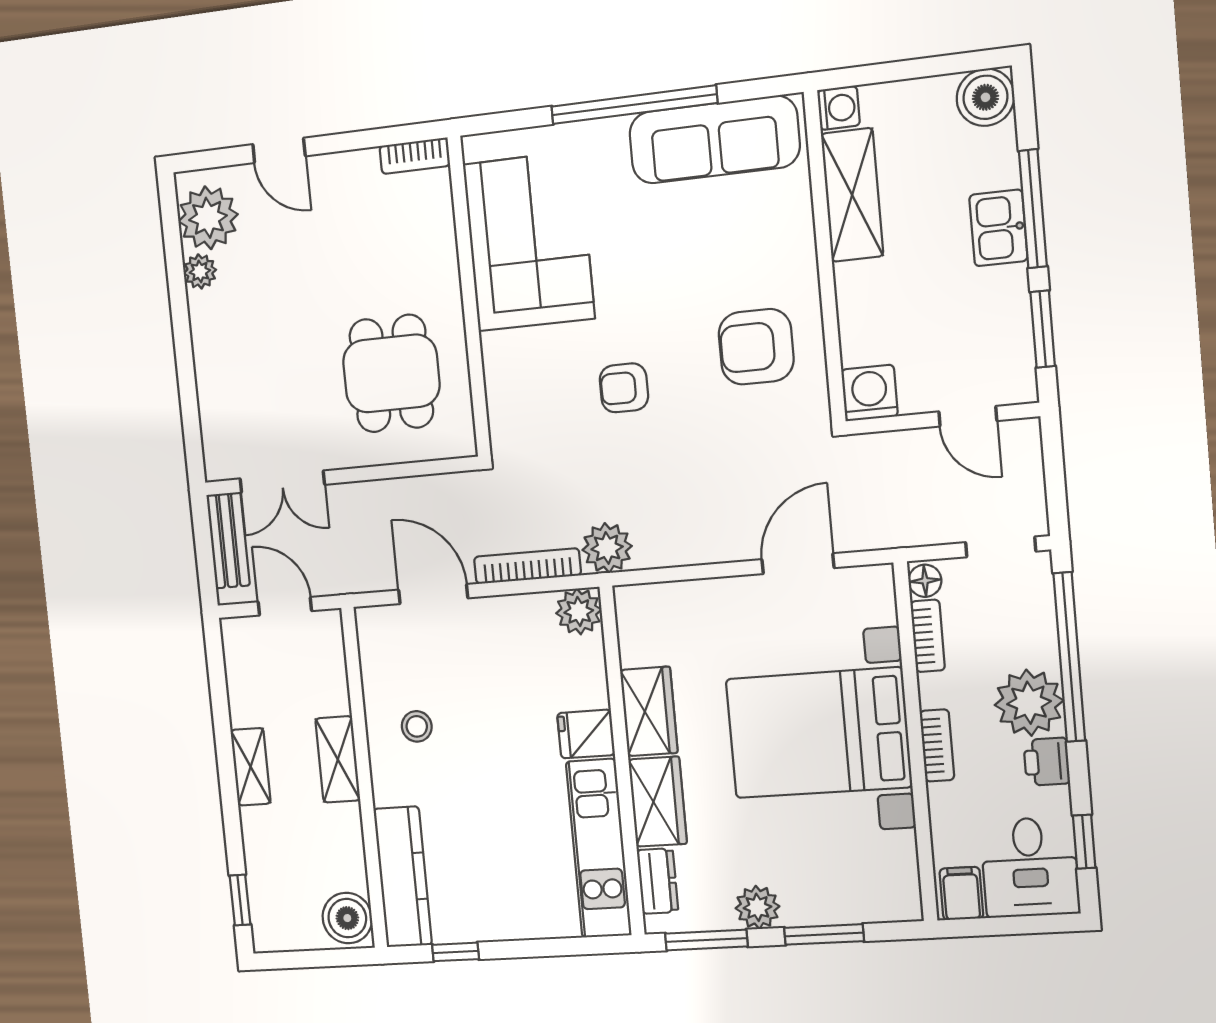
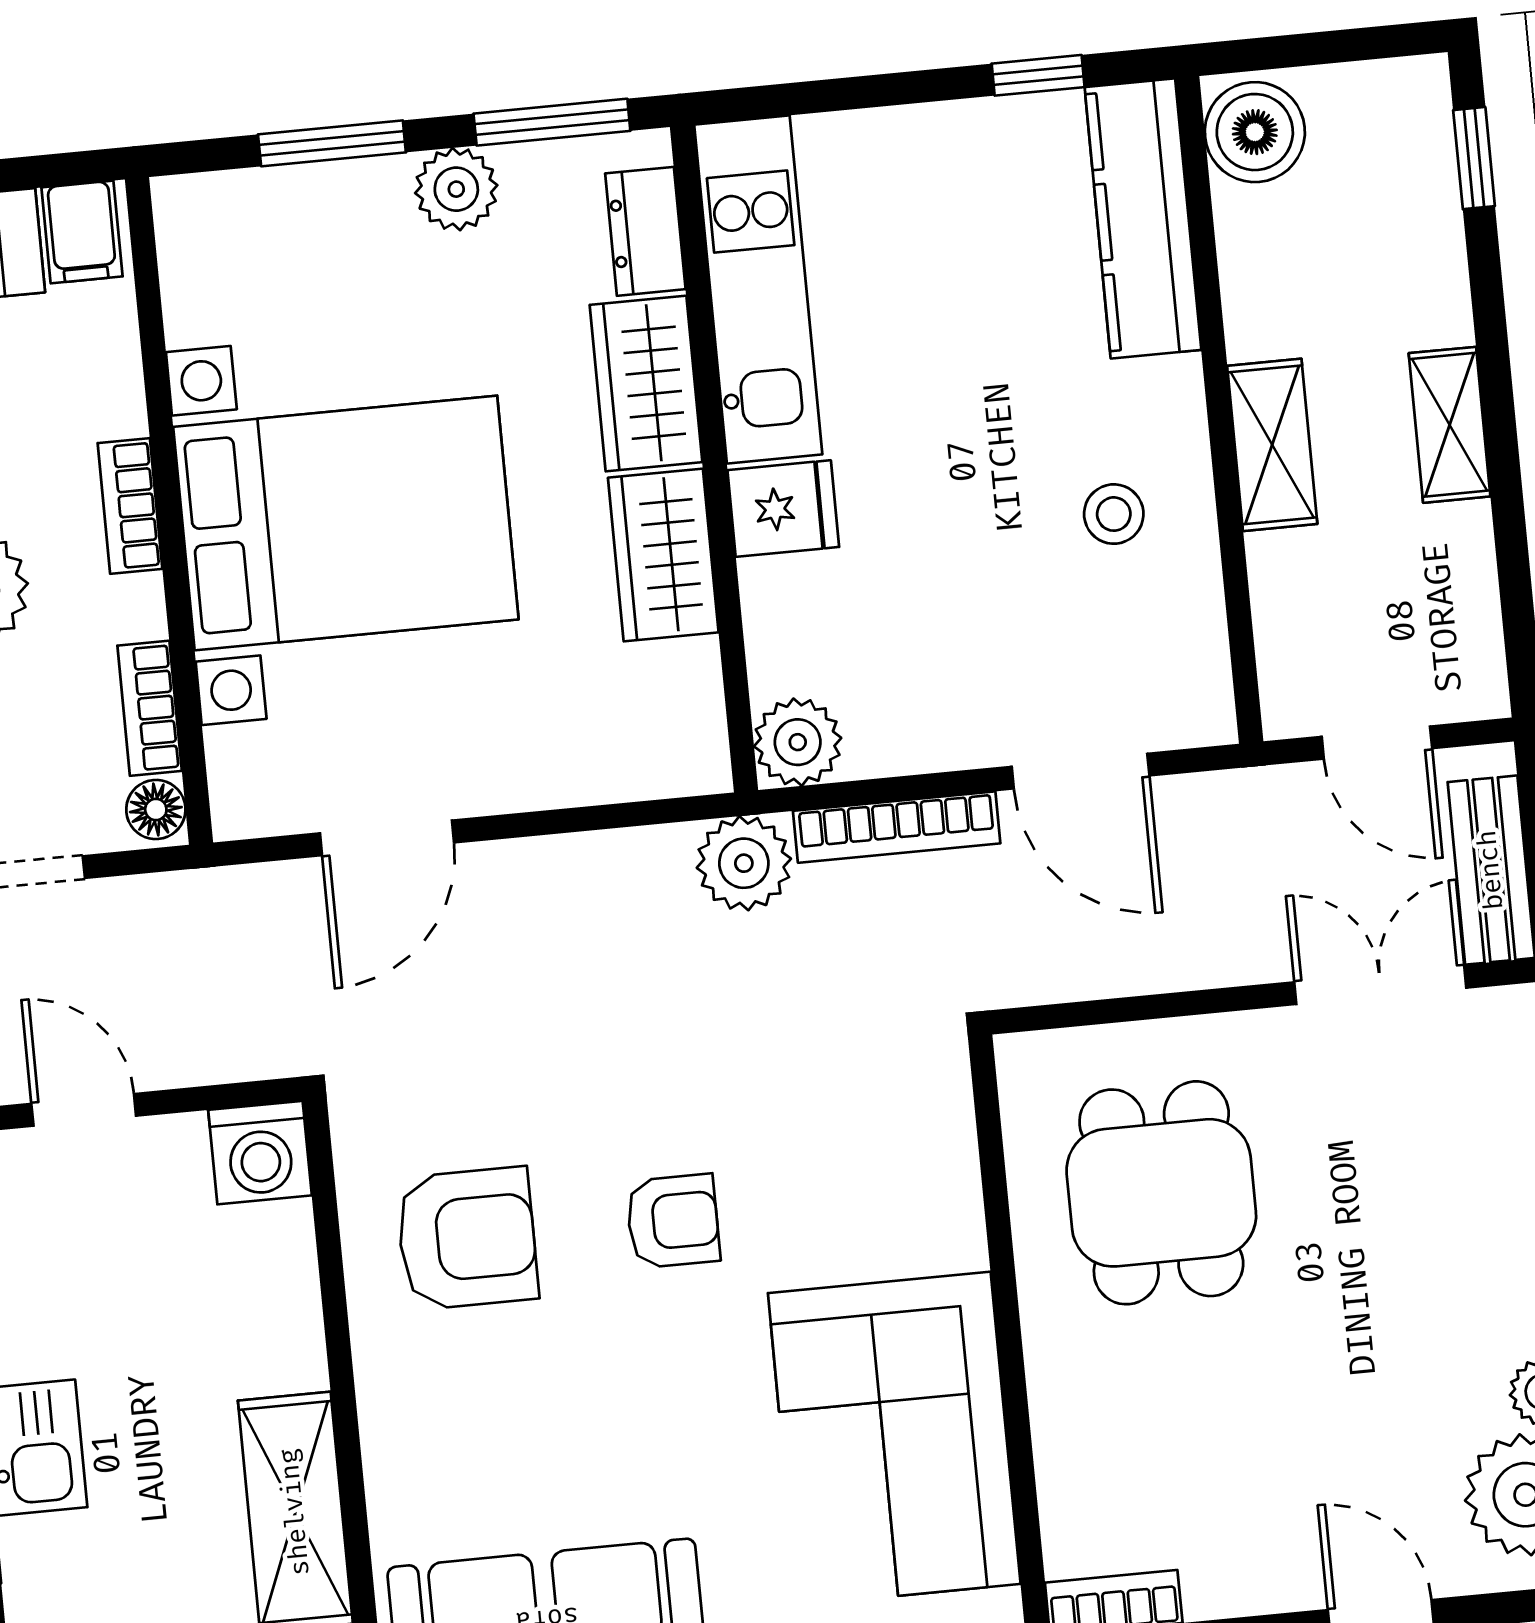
armchair: (624, 388) -> (673, 1221), moved

